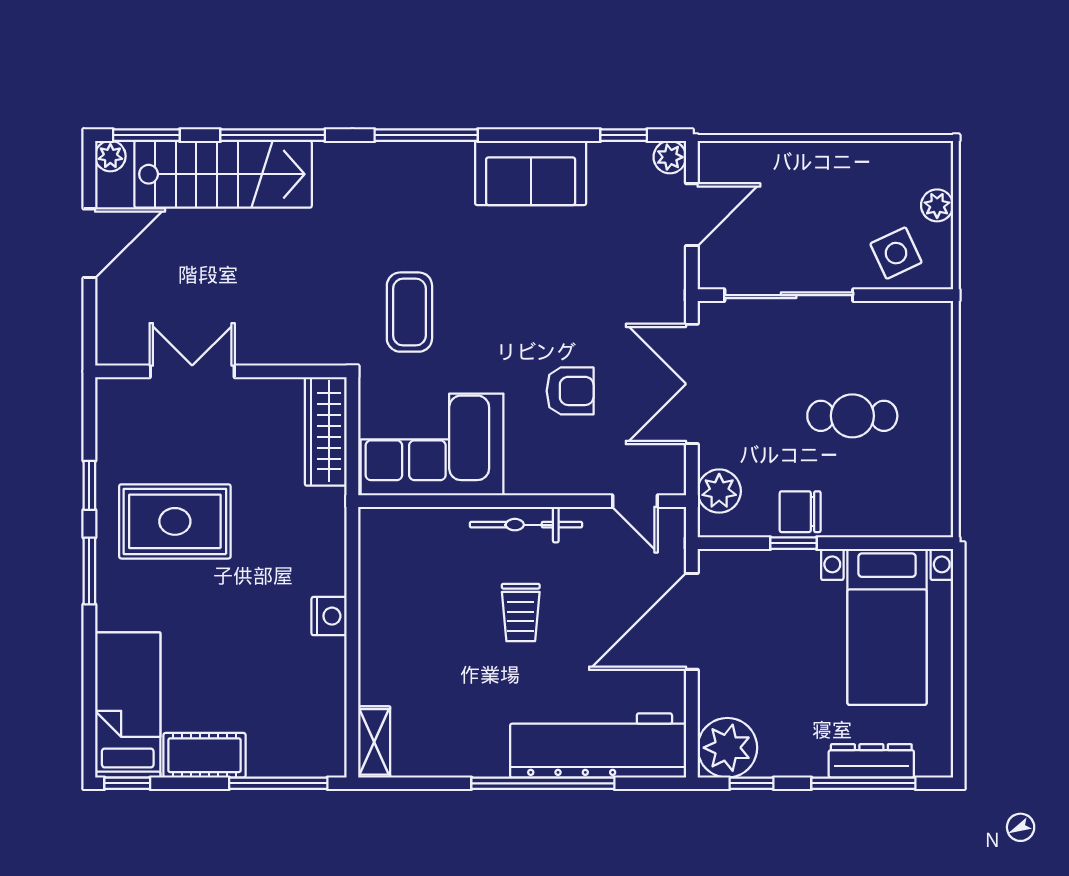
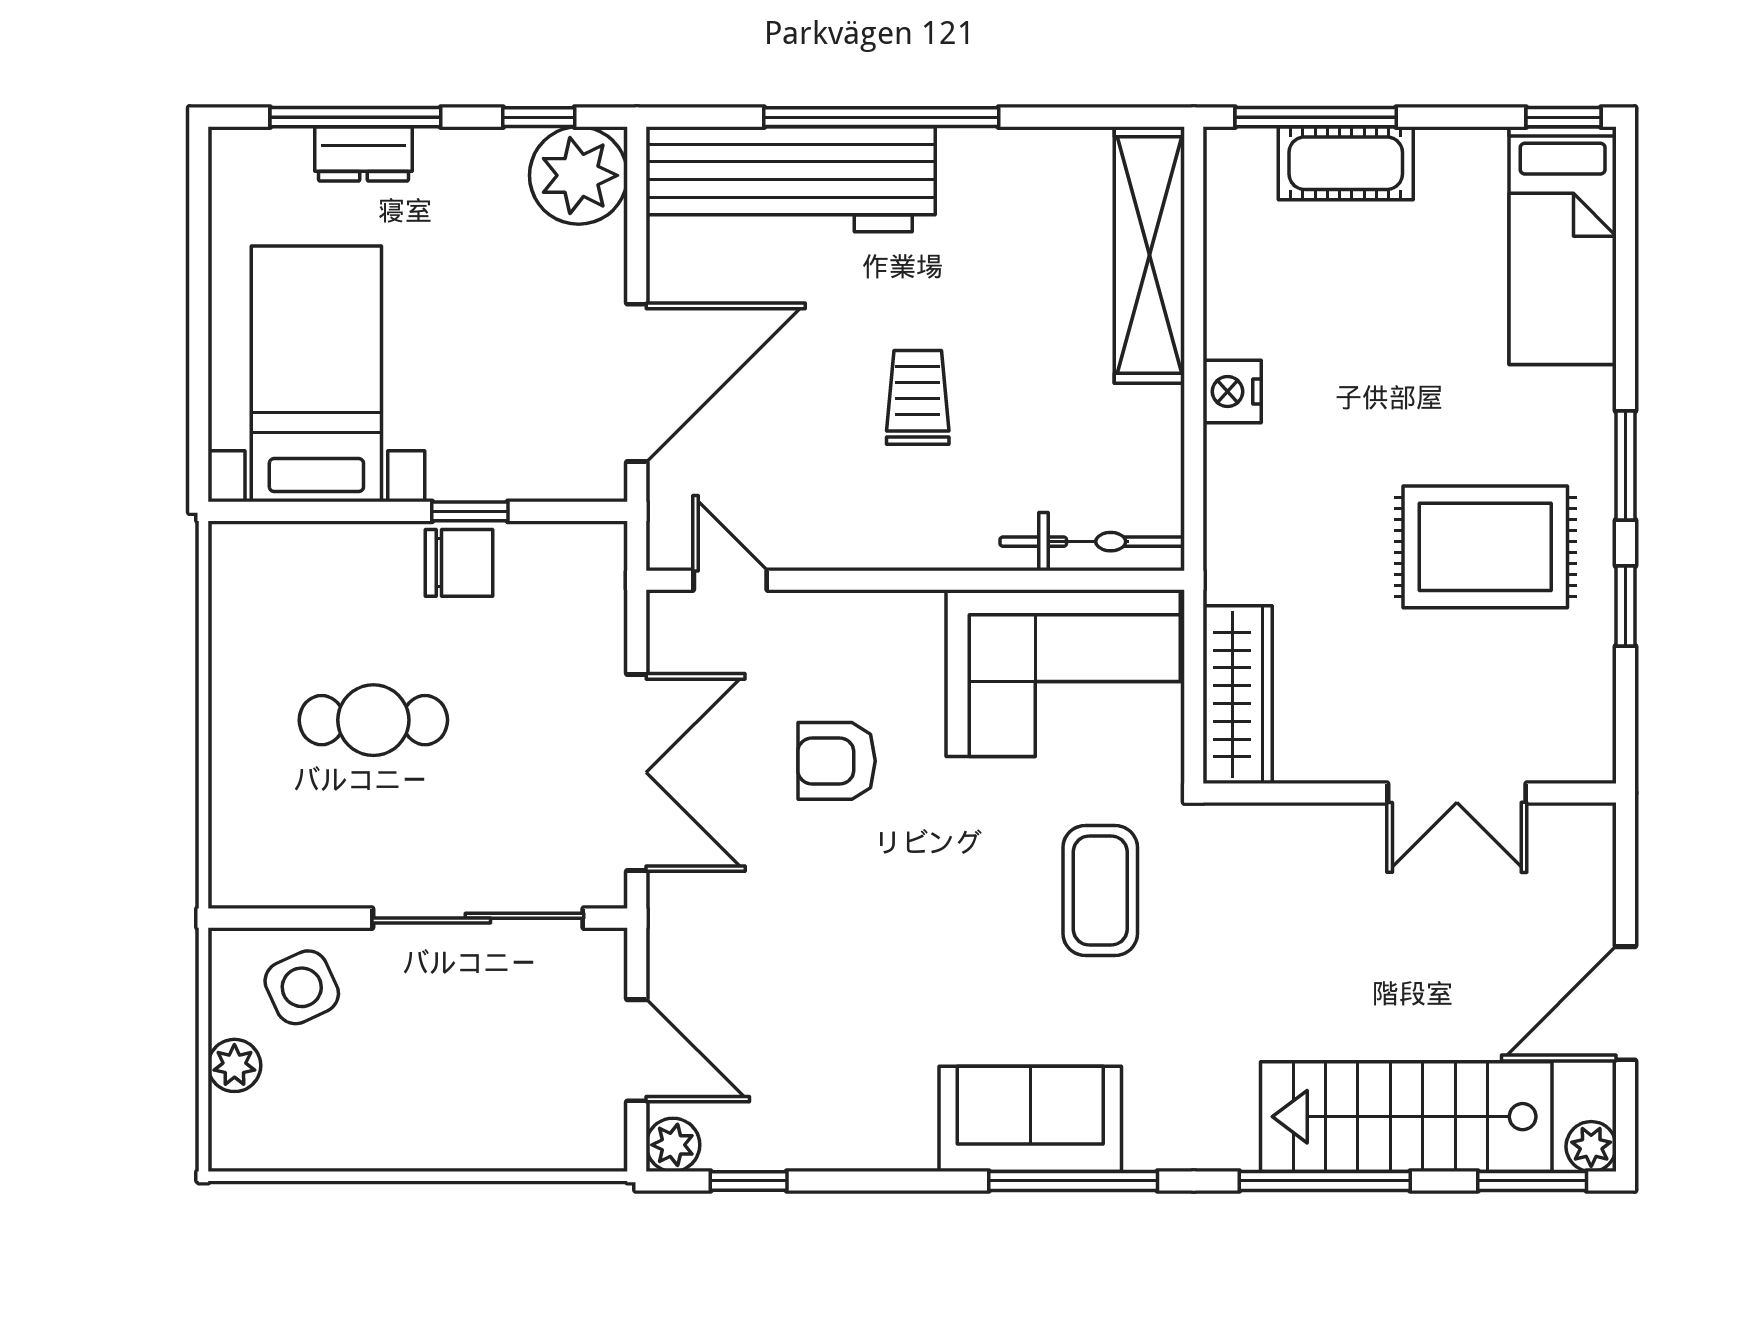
sofa: (531, 173) -> (1030, 1119), moved
door: (692, 215) -> (637, 1050), swing flipped
plant: (719, 491) -> (592, 597), removed
bicycle: (526, 525) -> (1092, 542), moved
shelving: (374, 742) -> (1149, 255), width x2.20, depth x1.33
cot: (204, 755) -> (1346, 163), moved
dresser: (871, 761) -> (363, 154), width x0.70

